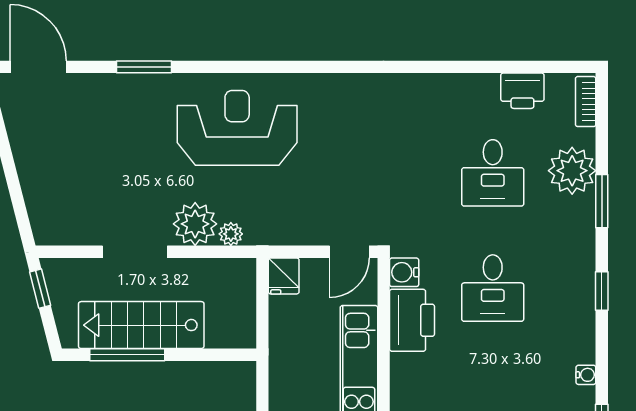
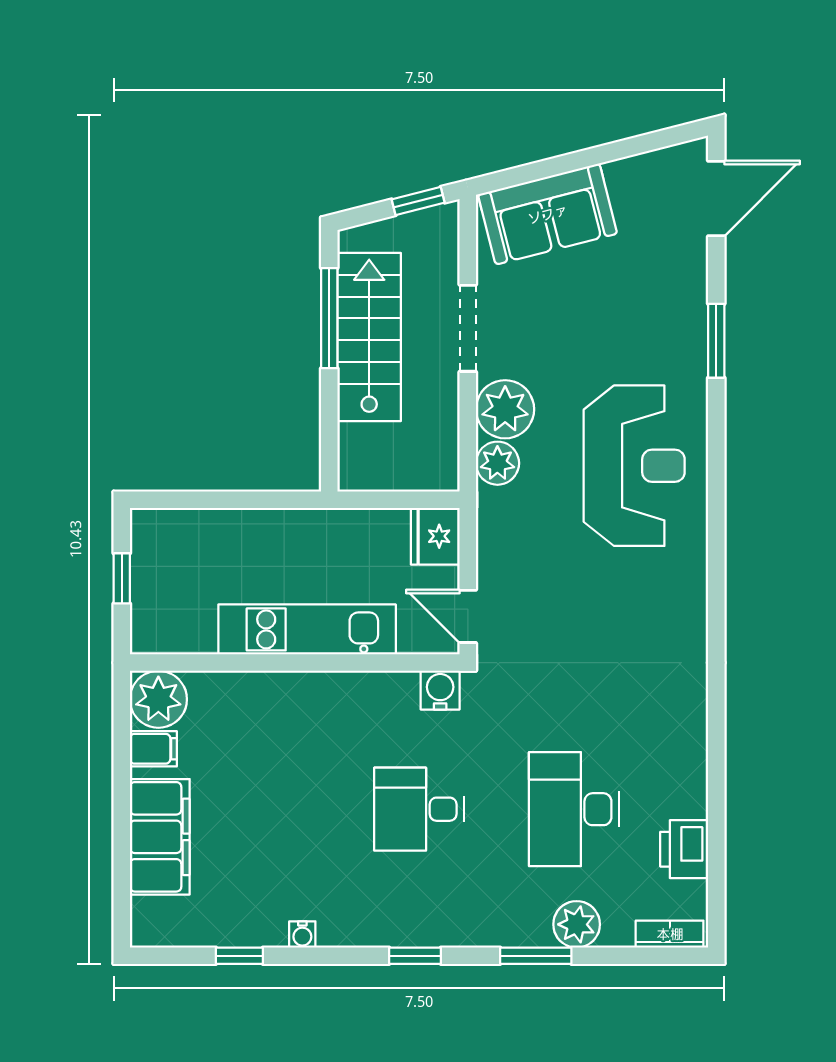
plant: (572, 171) -> (577, 924), width x0.73, depth x0.73
desk: (493, 173) -> (574, 809), width x1.37
sofa: (50, 192) -> (548, 214), added
plant: (231, 234) -> (497, 463), width x1.38, depth x1.38
fridge: (284, 276) -> (435, 536), width x1.38
printer: (412, 320) -> (376, 701), removed

